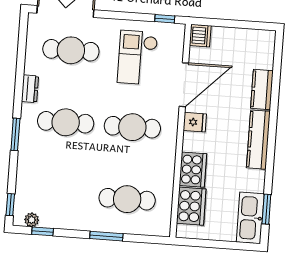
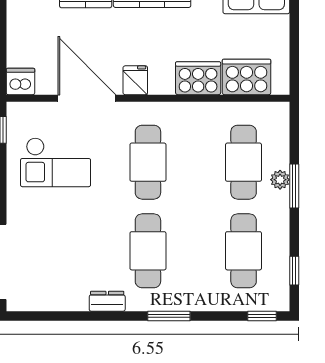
cafe table: (71, 50) -> (244, 251), moved
plant: (32, 220) -> (280, 180), moved

